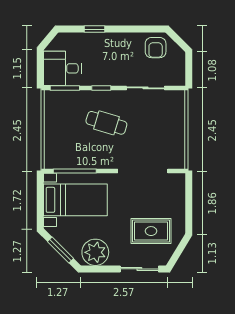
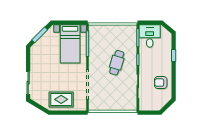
armchair: (156, 48) -> (161, 83), moved
rug: (151, 231) -> (61, 99), moved, turned 90
plant: (95, 252) -> (38, 56), removed

